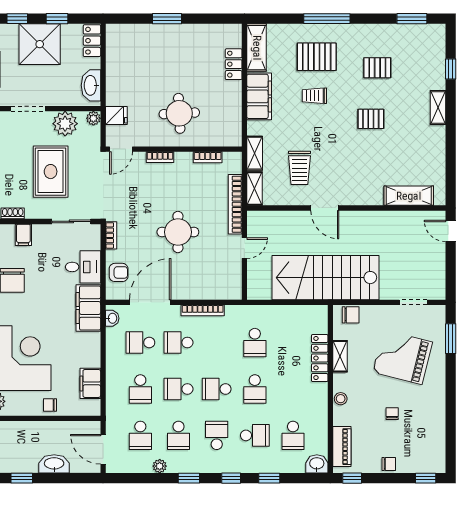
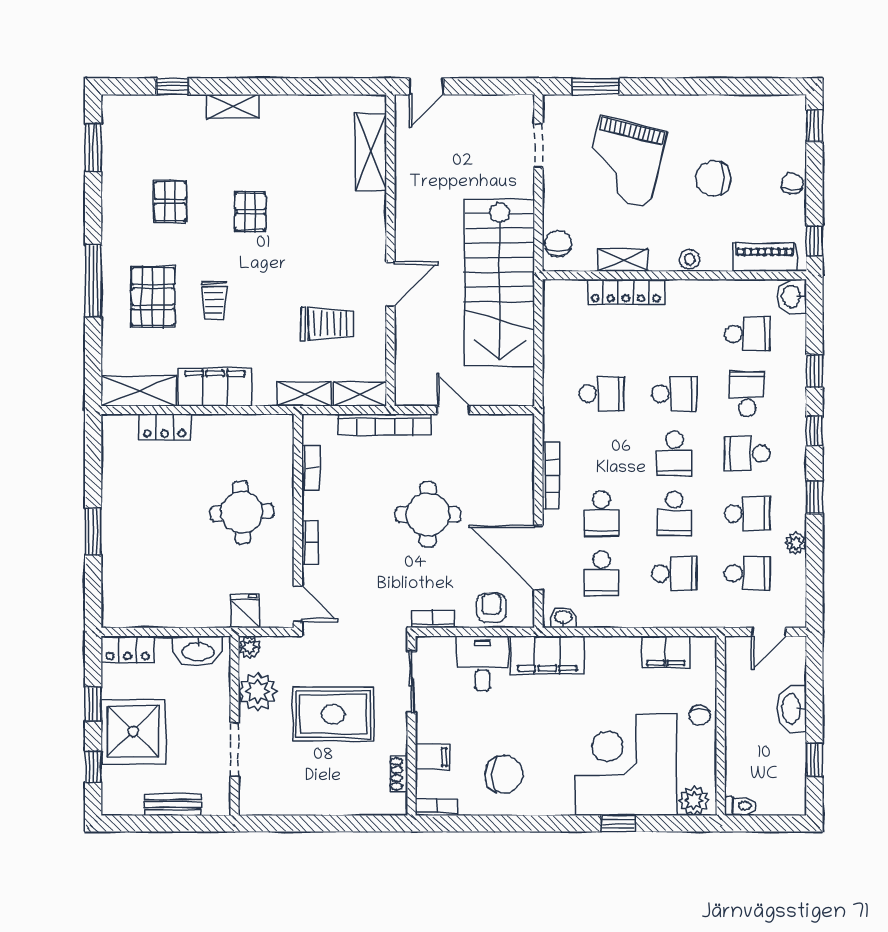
chair: (392, 414) -> (713, 178), width x1.87, depth x1.87
door: (103, 449) -> (769, 632), width x0.73

